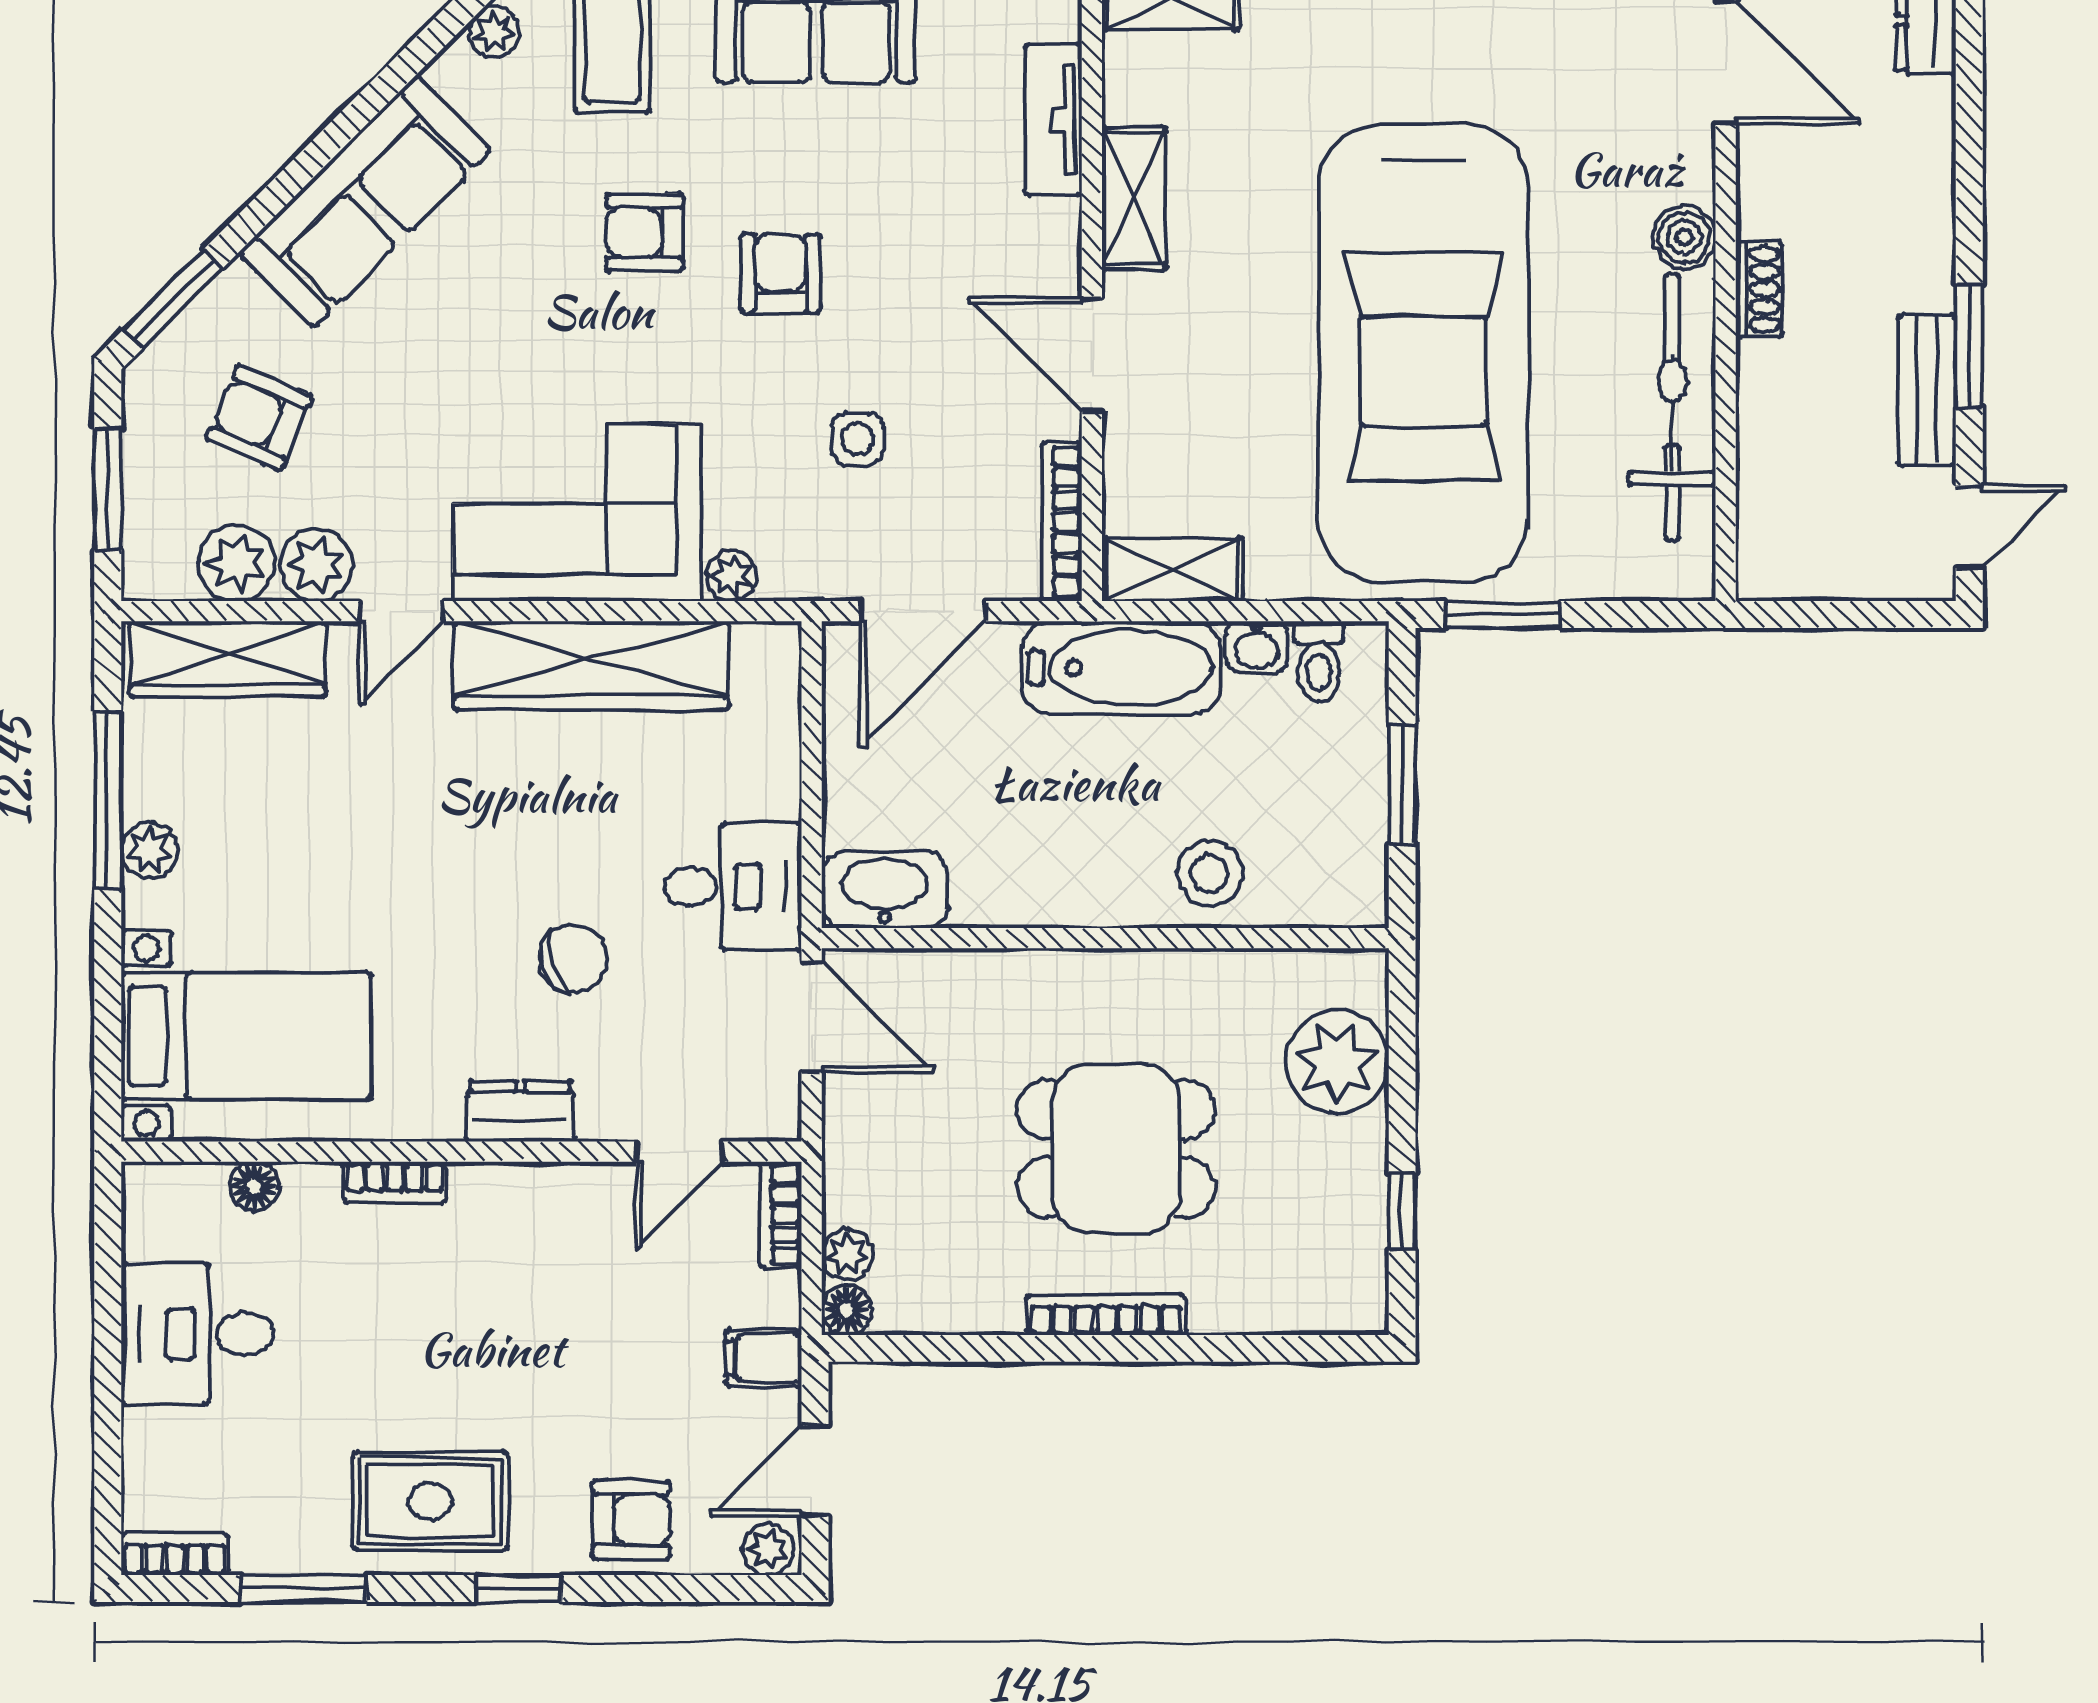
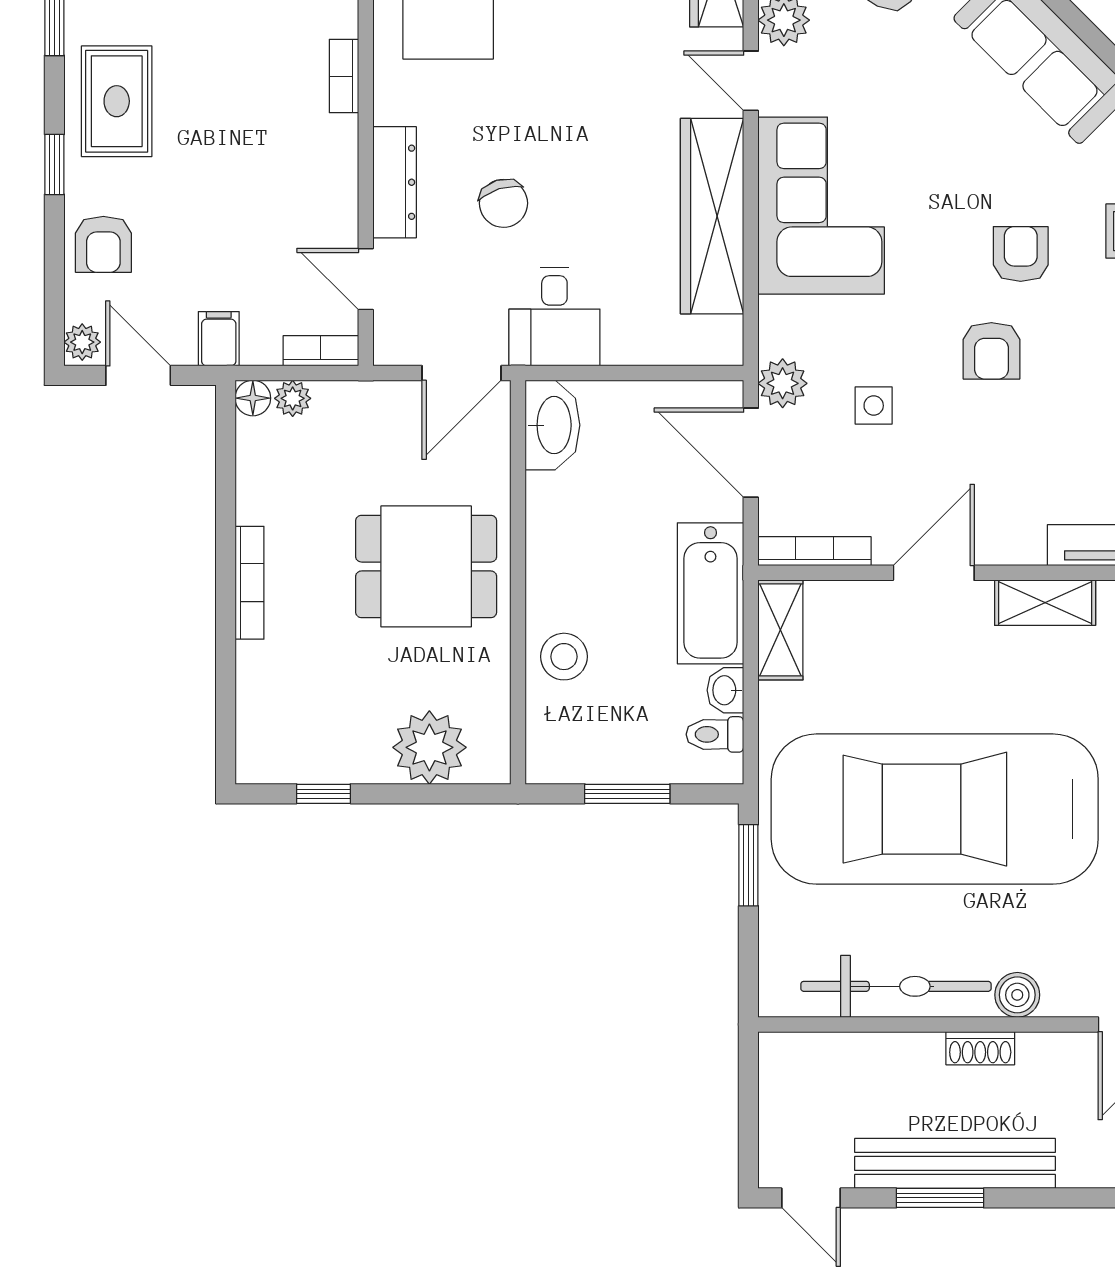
armchair: (780, 273) -> (991, 351), turned 90
bench: (1927, 390) -> (955, 1163), width x1.86, depth x1.21
plant: (731, 576) -> (783, 383), moved, width x1.38, depth x1.38
dresser: (520, 1111) -> (395, 182), width x1.44
dining table: (1116, 1148) -> (426, 566), moved, turned 90

